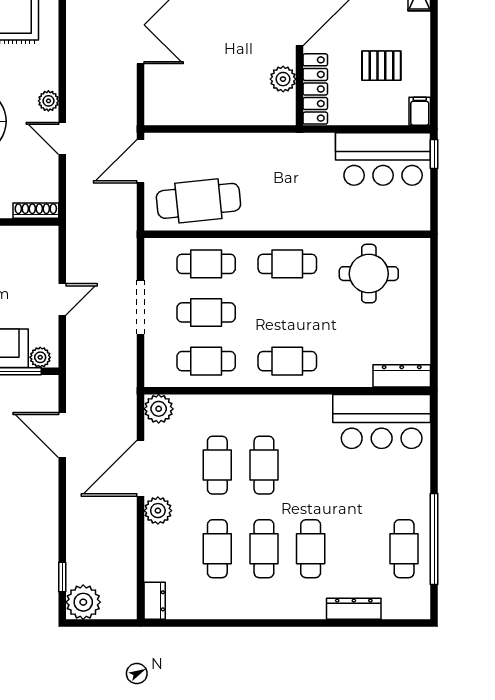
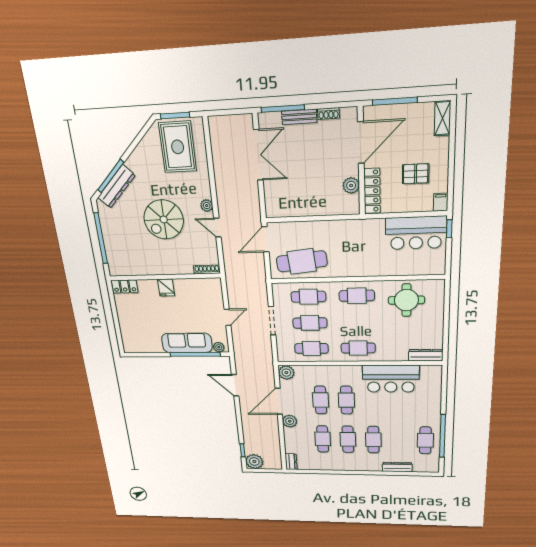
bar counter: (382, 422) -> (391, 379), moved

